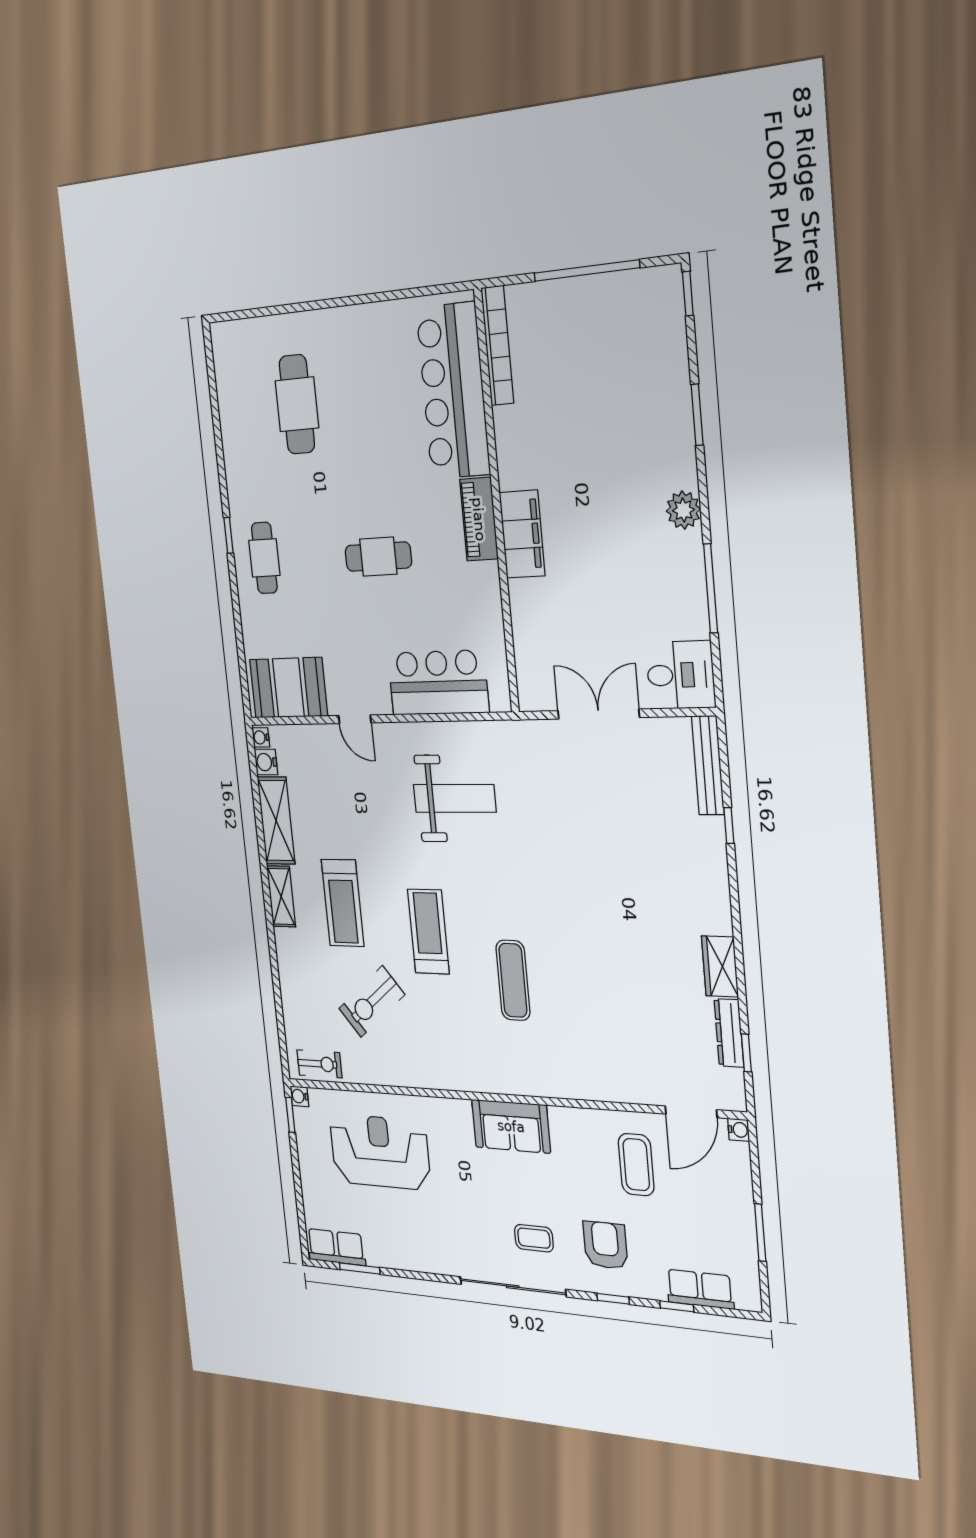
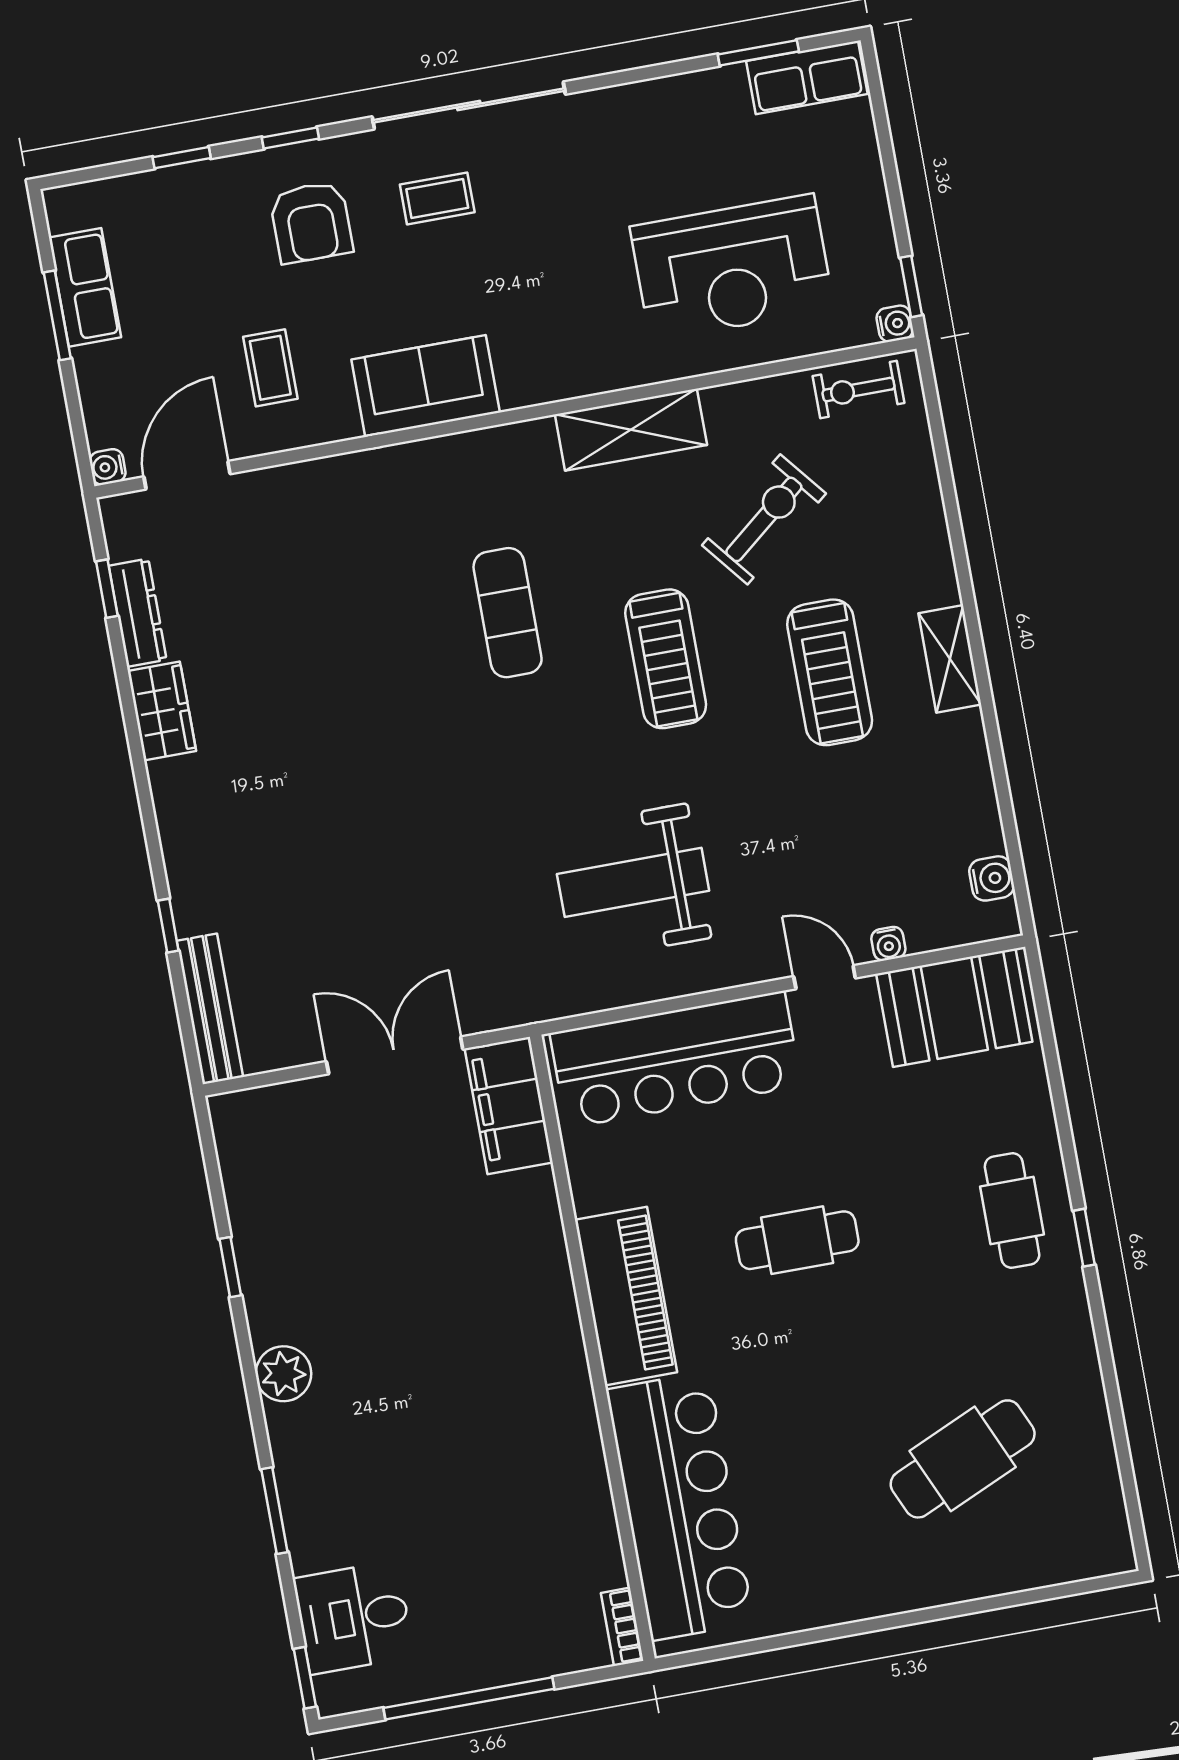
bookcase: (497, 346) -> (622, 1627), width x0.43, depth x0.76
cafe table: (297, 404) -> (963, 1459), turned 66
piano: (479, 519) -> (626, 1296), width x1.37, depth x1.33
filing cabinet: (522, 534) -> (509, 1105), moved
window: (711, 588) -> (230, 1267), width x0.46
desk: (680, 675) -> (354, 1617), moved
bar counter: (438, 683) -> (676, 1060), width x1.36
double door: (598, 714) -> (395, 1055), swing flipped
water cooler: (261, 737) -> (888, 944), moved, turned 90
shelving: (276, 821) -> (631, 430), moved, turned 90
treadmill: (343, 903) -> (830, 672), turned 180
sofa: (511, 1126) -> (426, 386), moved
coffee table: (636, 1165) -> (270, 368), width x0.73, depth x0.77
row of seats: (700, 1289) -> (85, 287), moved, turned -90

